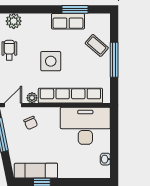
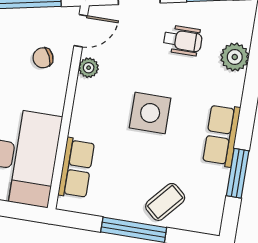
row of seats: (68, 21) -> (222, 135), moved
row of seats: (70, 96) -> (76, 168), width x0.50
door: (13, 105) -> (81, 31), hinge flipped

